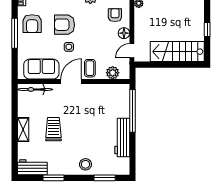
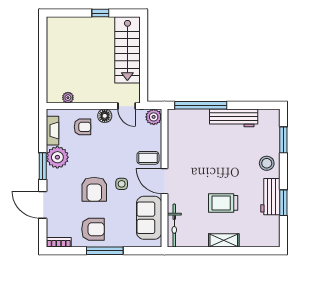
armchair: (115, 15) -> (82, 127), turned 180
plant: (113, 73) -> (154, 117), moved
workbench: (32, 167) -> (270, 197), moved

